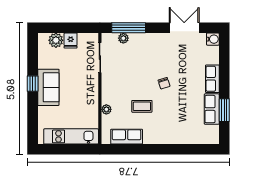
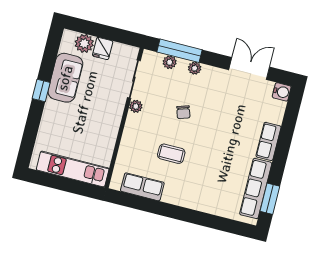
plant: (143, 38) -> (195, 68), added
chair: (164, 83) -> (183, 112), moved
sofa: (48, 87) -> (65, 78), moved
plant: (106, 109) -> (136, 106), moved
row of seats: (212, 109) -> (256, 188), width x1.48
window: (224, 110) -> (270, 199), moved

